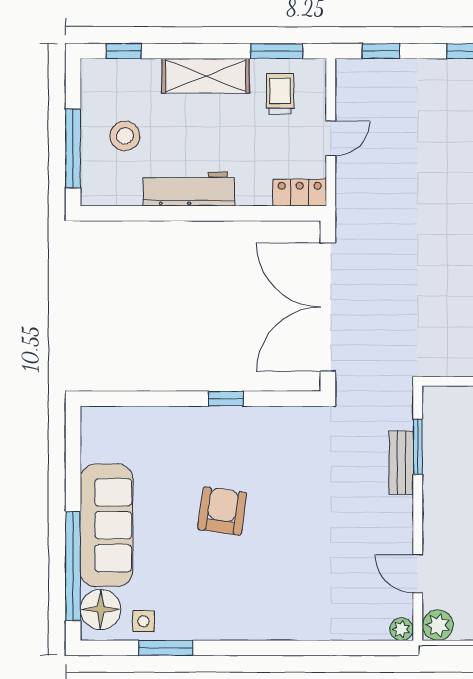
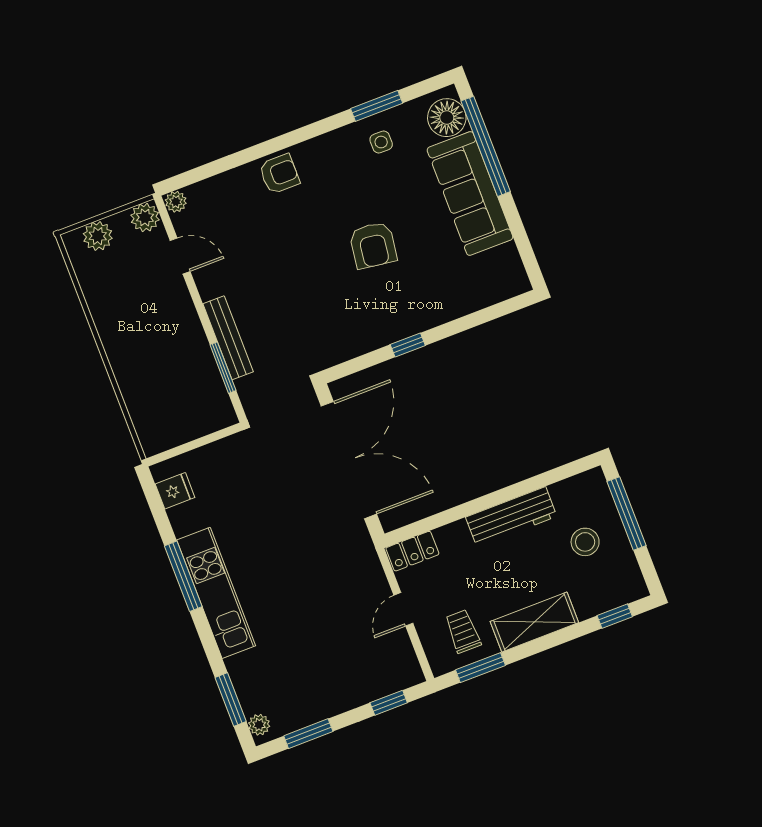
trolley: (280, 94) -> (463, 631), turned 180
bench: (401, 463) -> (228, 338), width x1.36
armchair: (288, 617) -> (279, 174), added
side table: (143, 621) -> (381, 142), moved

